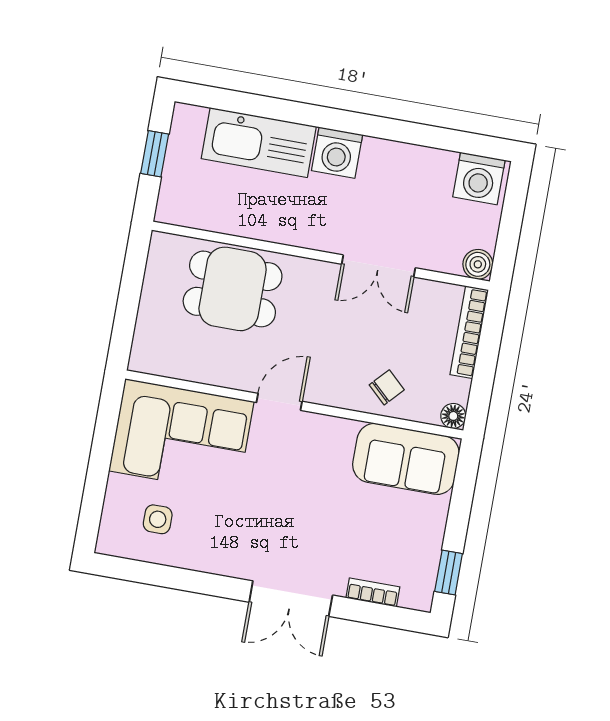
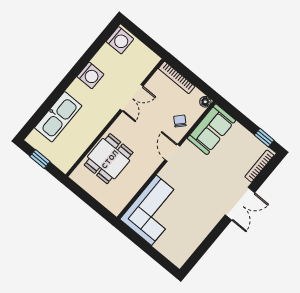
washing machine: (337, 153) -> (90, 75), moved
boiler: (478, 264) -> (153, 59), removed
door: (279, 402) -> (172, 153), moved
side table: (158, 519) -> (181, 237), removed
bookcase: (373, 592) -> (259, 166), width x1.56

